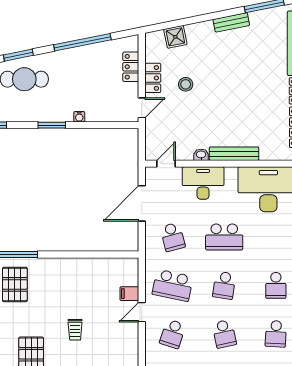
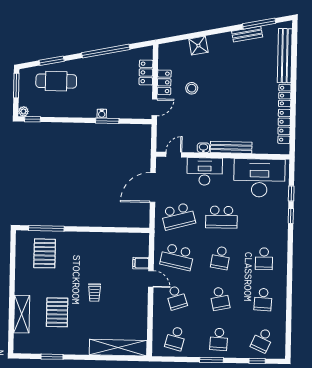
bench: (231, 22) -> (247, 34), moved
shower: (175, 37) -> (198, 46), moved
window: (52, 125) -> (107, 121), moved
school desk: (173, 237) -> (178, 216), width x1.85
door: (142, 312) -> (151, 279), swing flipped
school desk: (173, 334) -> (176, 298), turned -36

